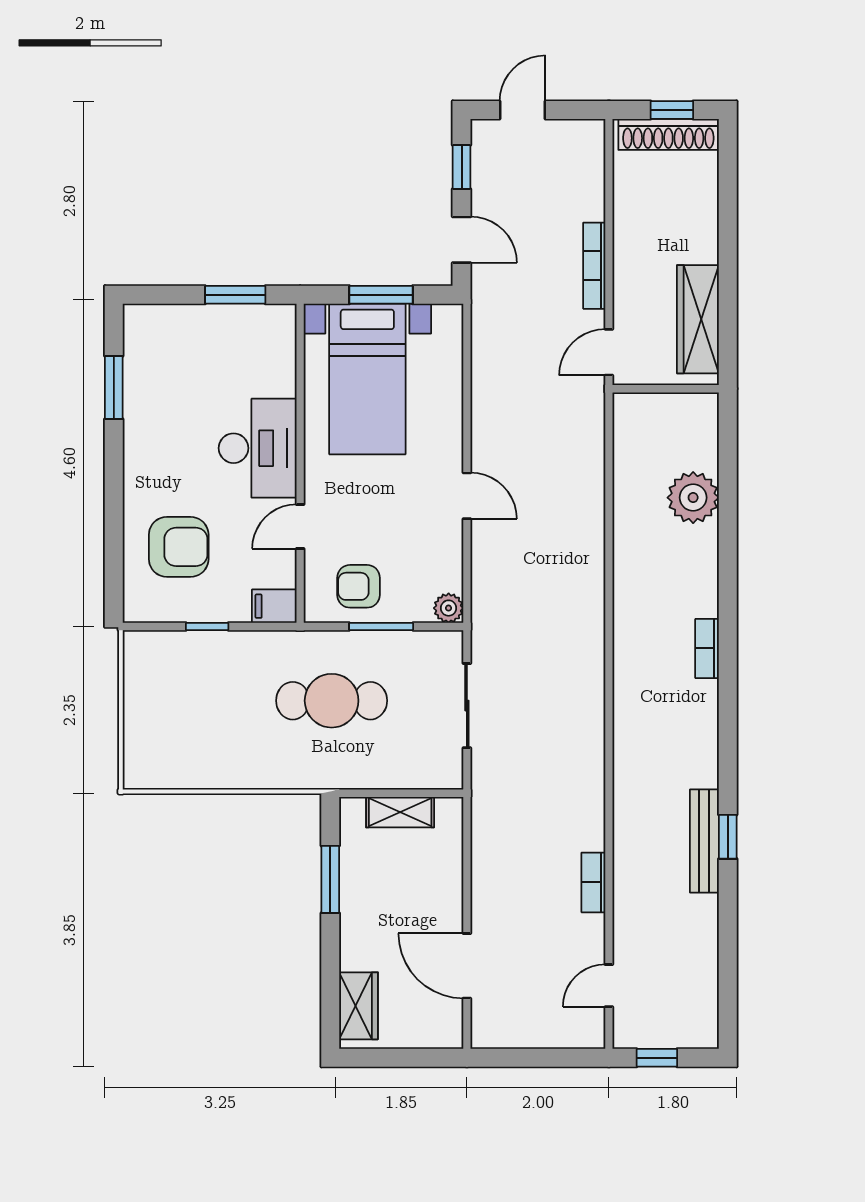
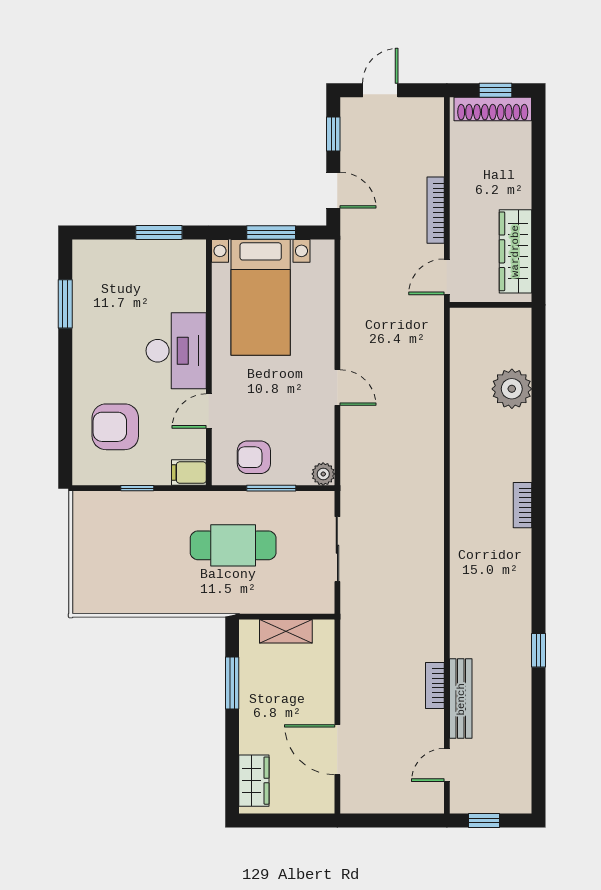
armchair: (179, 547) -> (115, 427), turned 180
bench: (704, 841) -> (461, 699), moved

